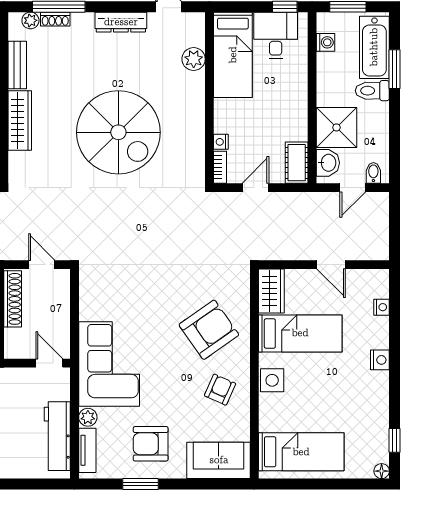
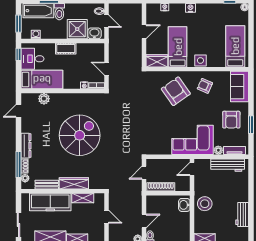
dresser: (121, 22) -> (26, 146), moved
cot: (297, 163) -> (66, 49), moved

